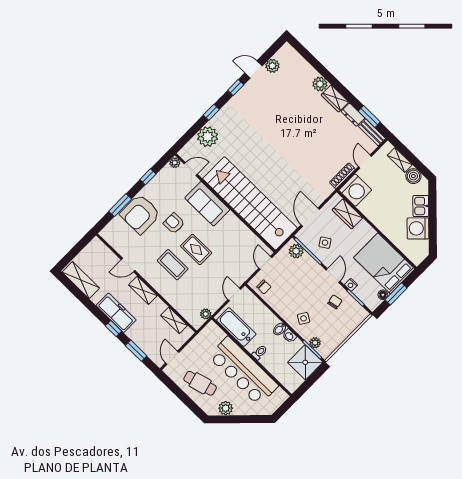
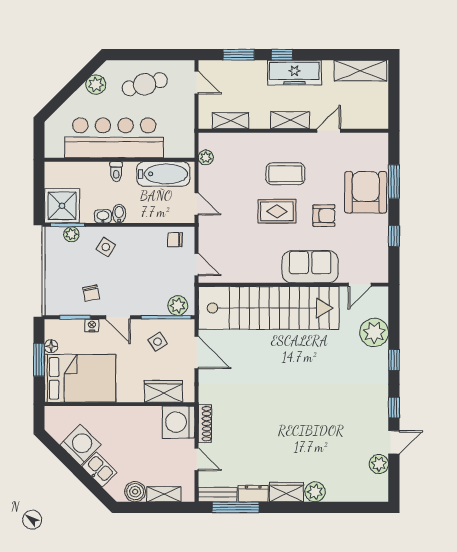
window: (369, 117) -> (236, 507), width x1.44
plant: (175, 163) -> (381, 276), removed

